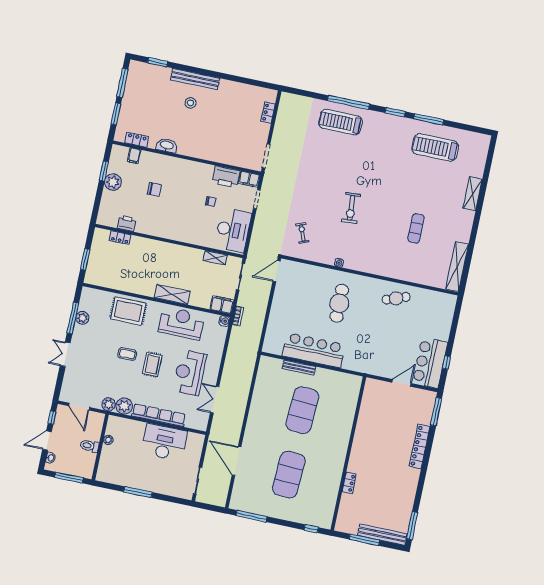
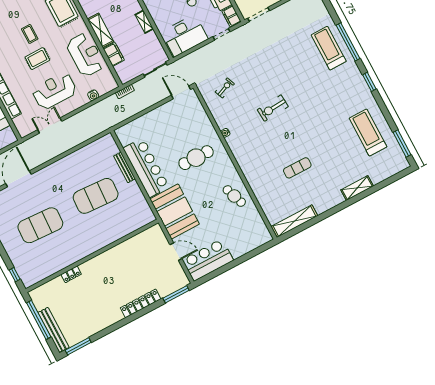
window: (429, 119) -> (402, 143), moved
shelving: (215, 258) -> (144, 22), moved
filing cabinet: (222, 305) -> (114, 54), moved
water cooler: (224, 321) -> (93, 95), moved
booth: (368, 357) -> (175, 211), added
window: (446, 362) -> (218, 272), removed
window: (364, 540) -> (39, 320), width x1.46

